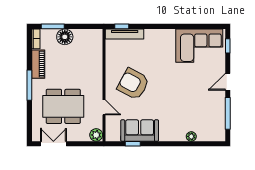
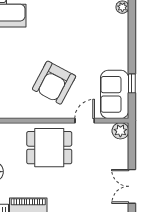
dining table: (63, 106) -> (49, 148), moved, width x0.73
sofa: (140, 131) -> (115, 94), moved

